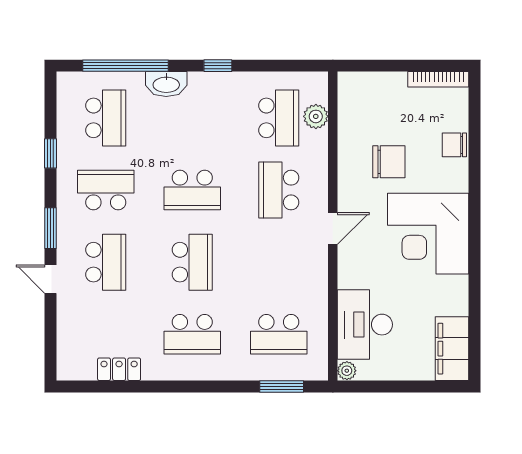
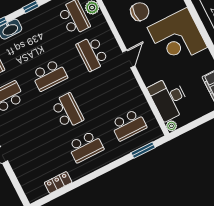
school desk: (106, 262) -> (25, 133), removed

